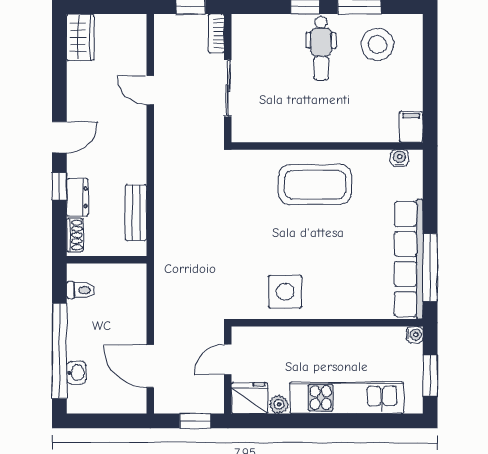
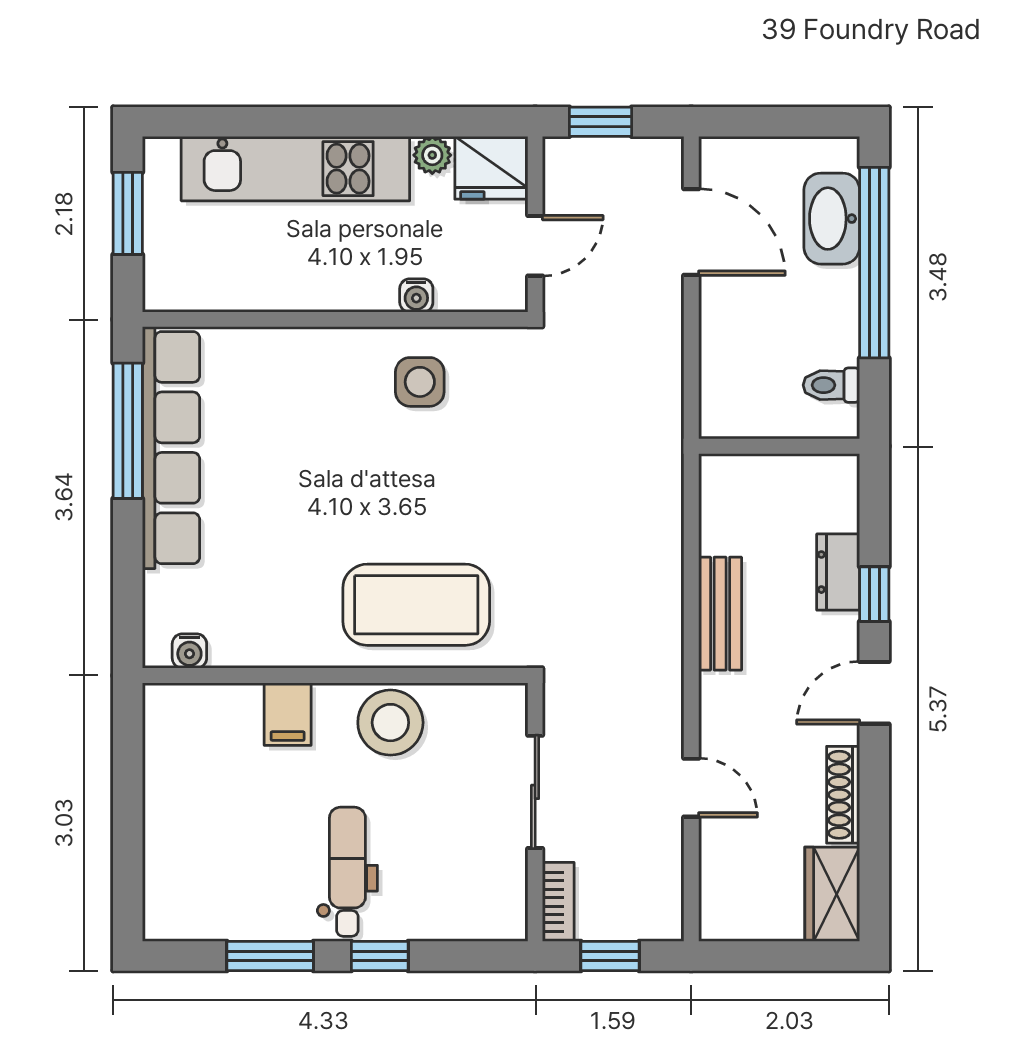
stool: (377, 45) -> (390, 723), moved
filing cabinet: (411, 127) -> (288, 714), moved
coffee table: (315, 185) -> (416, 605), moved
bench: (136, 213) -> (720, 614), moved
shoe rack: (75, 235) -> (843, 795), moved, width x1.43
side table: (285, 292) -> (420, 382), width x0.73, depth x0.73
water cooler: (415, 335) -> (416, 295), moved, turned -90
washbasin: (76, 373) -> (832, 219), width x1.91, depth x1.45

